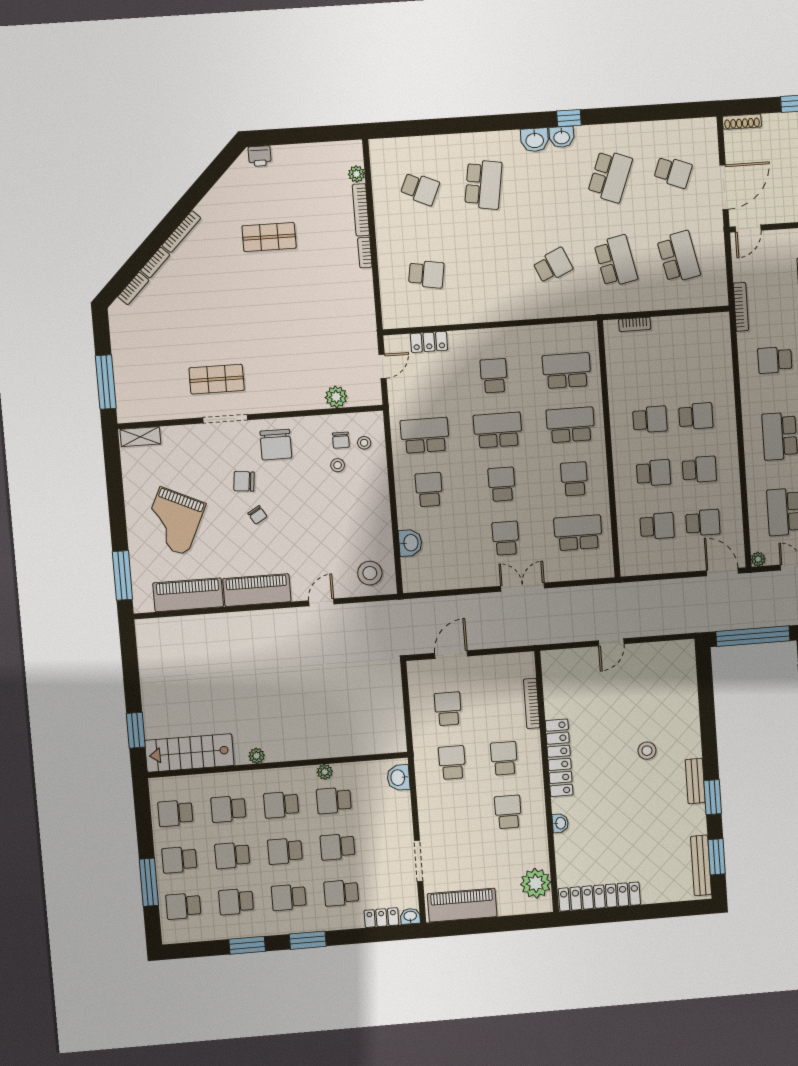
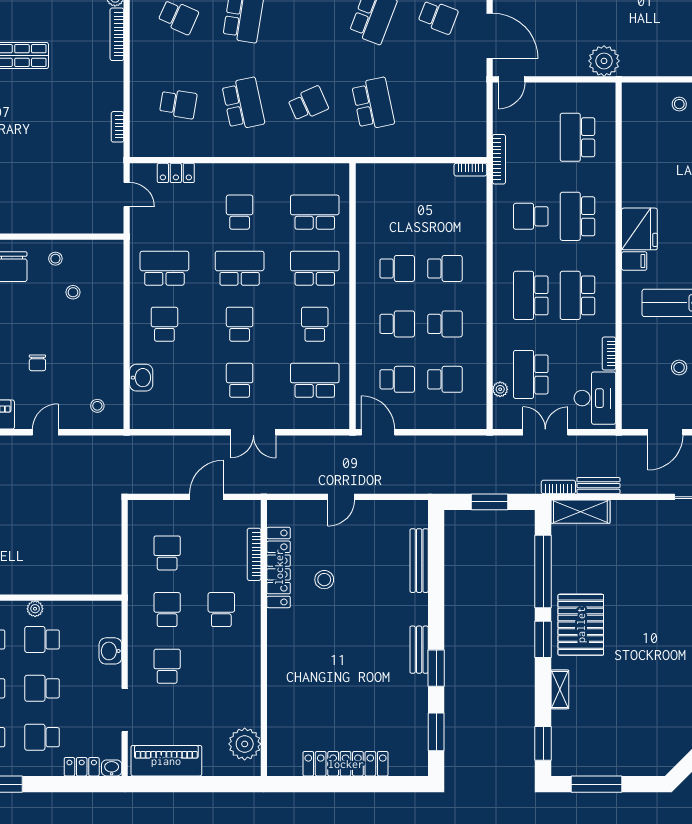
door: (724, 187) -> (490, 36), hinge flipped
bookcase: (365, 253) -> (118, 127), moved
school desk: (679, 257) -> (243, 104), moved
bookcase: (635, 324) -> (470, 170), moved
door: (383, 366) -> (127, 195), hinge flipped
plant: (336, 397) -> (77, 222), removed
chair: (341, 440) -> (37, 363), moved
stool: (364, 443) -> (55, 259), moved
plant: (758, 559) -> (500, 389), moved
door: (722, 572) -> (378, 432), moved
stool: (370, 573) -> (97, 406), width x0.53, depth x0.53
double door: (522, 587) -> (253, 432), swing flipped
window: (753, 636) -> (490, 502), width x0.47
door: (451, 655) -> (207, 497), moved
stool: (647, 751) -> (324, 580), moved
locker: (559, 758) -> (279, 567), moved
washbasin: (398, 778) -> (110, 651), moved
school desk: (508, 812) -> (167, 666), moved
washbasin: (560, 823) -> (275, 683), removed
bench: (701, 865) -> (419, 561), moved
locker: (599, 897) -> (346, 764), moved

